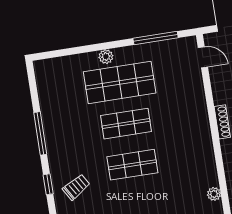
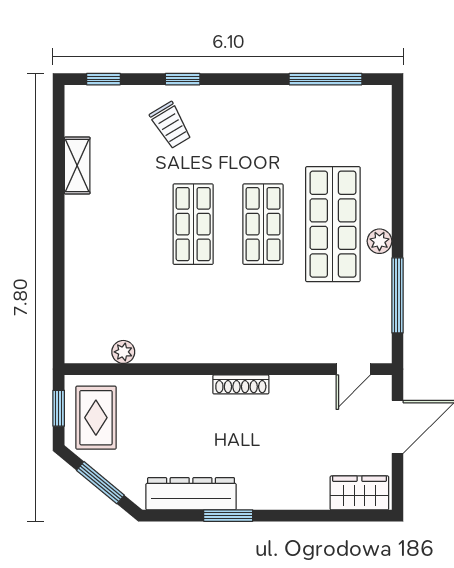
plant: (106, 57) -> (379, 241), moved
window: (40, 133) -> (326, 79), moved

